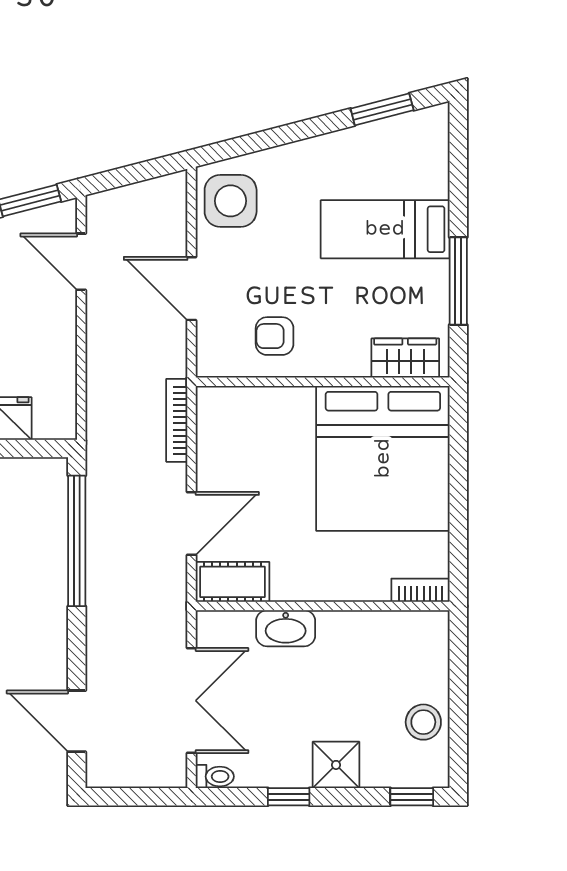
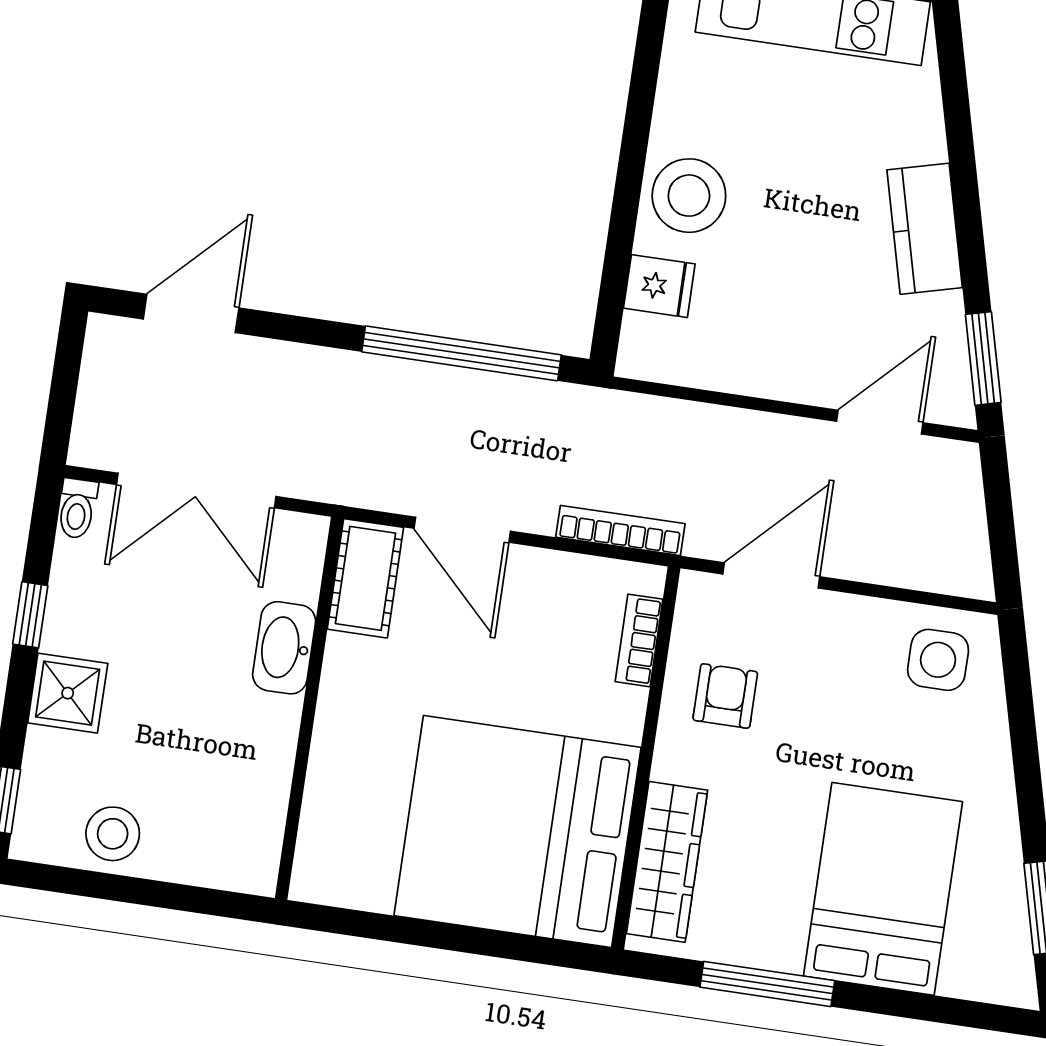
side table: (231, 201) -> (938, 660), width x0.73, depth x0.73
bed: (385, 229) -> (883, 889), width x1.50
door: (192, 289) -> (771, 575), moved
wardrobe: (405, 358) -> (667, 862), width x1.50
bookcase: (420, 590) -> (639, 640), moved, turned 180

